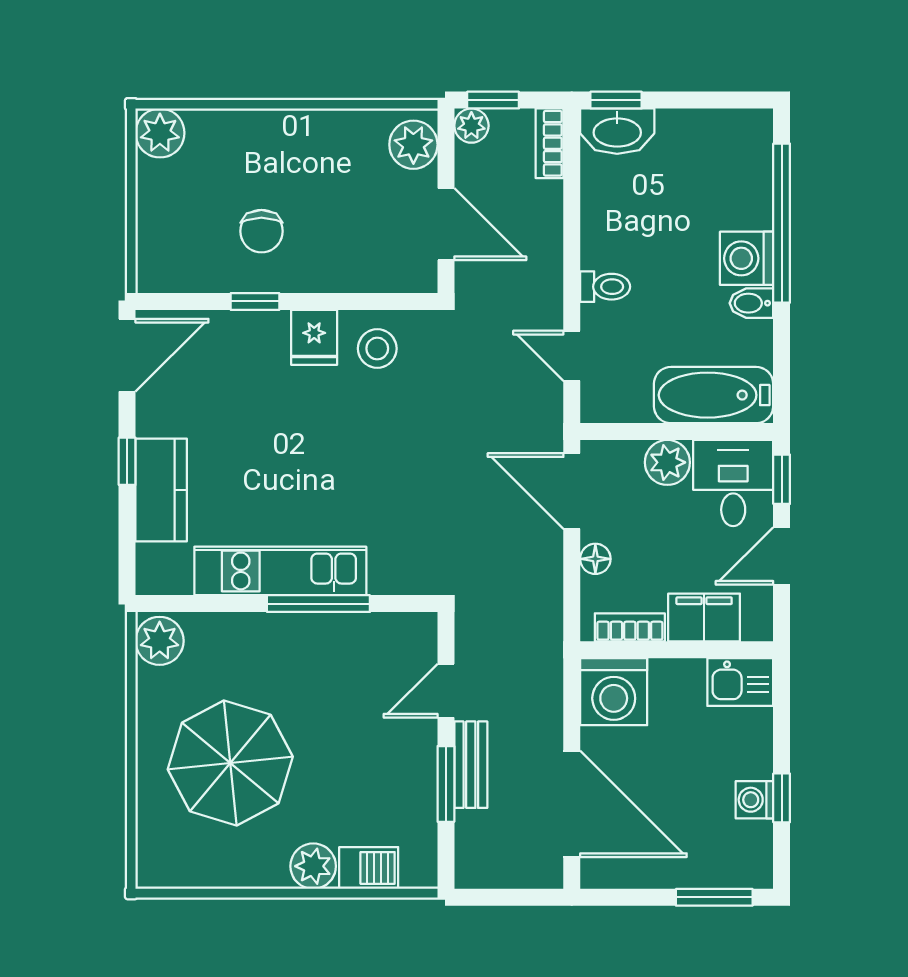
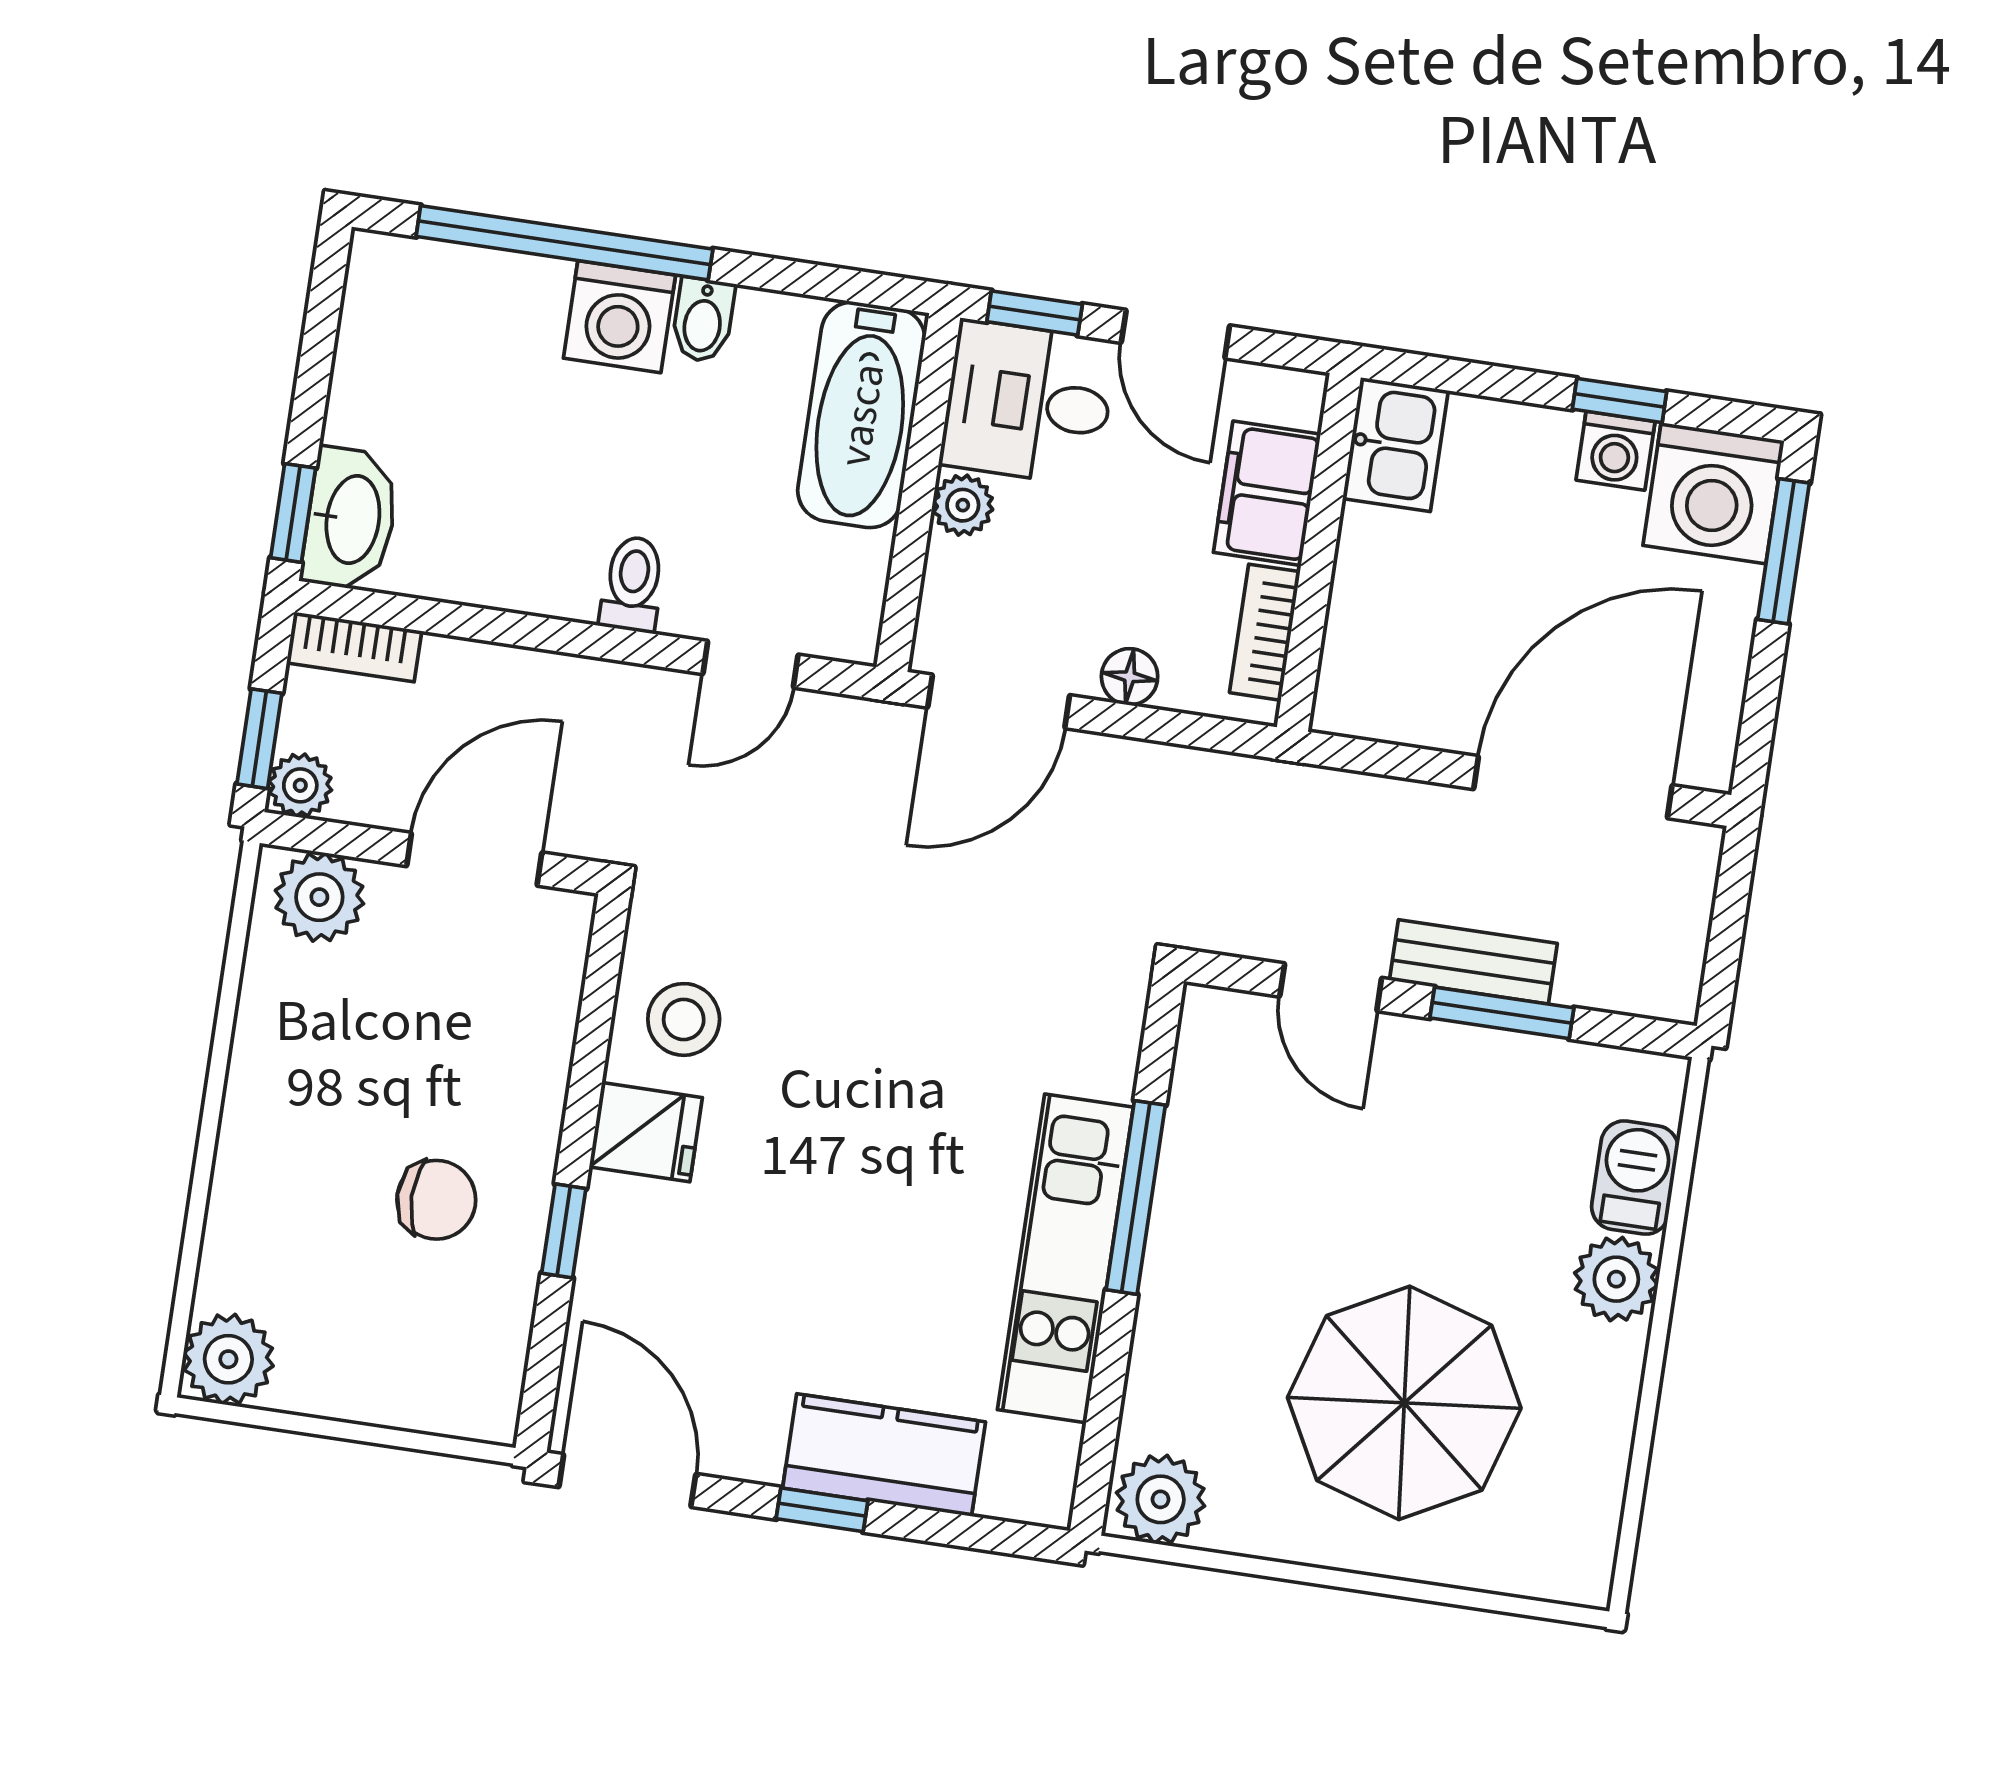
plant: (667, 462) -> (963, 505), width x0.73, depth x0.73
washing machine: (614, 692) -> (1714, 493), moved, turned 90

